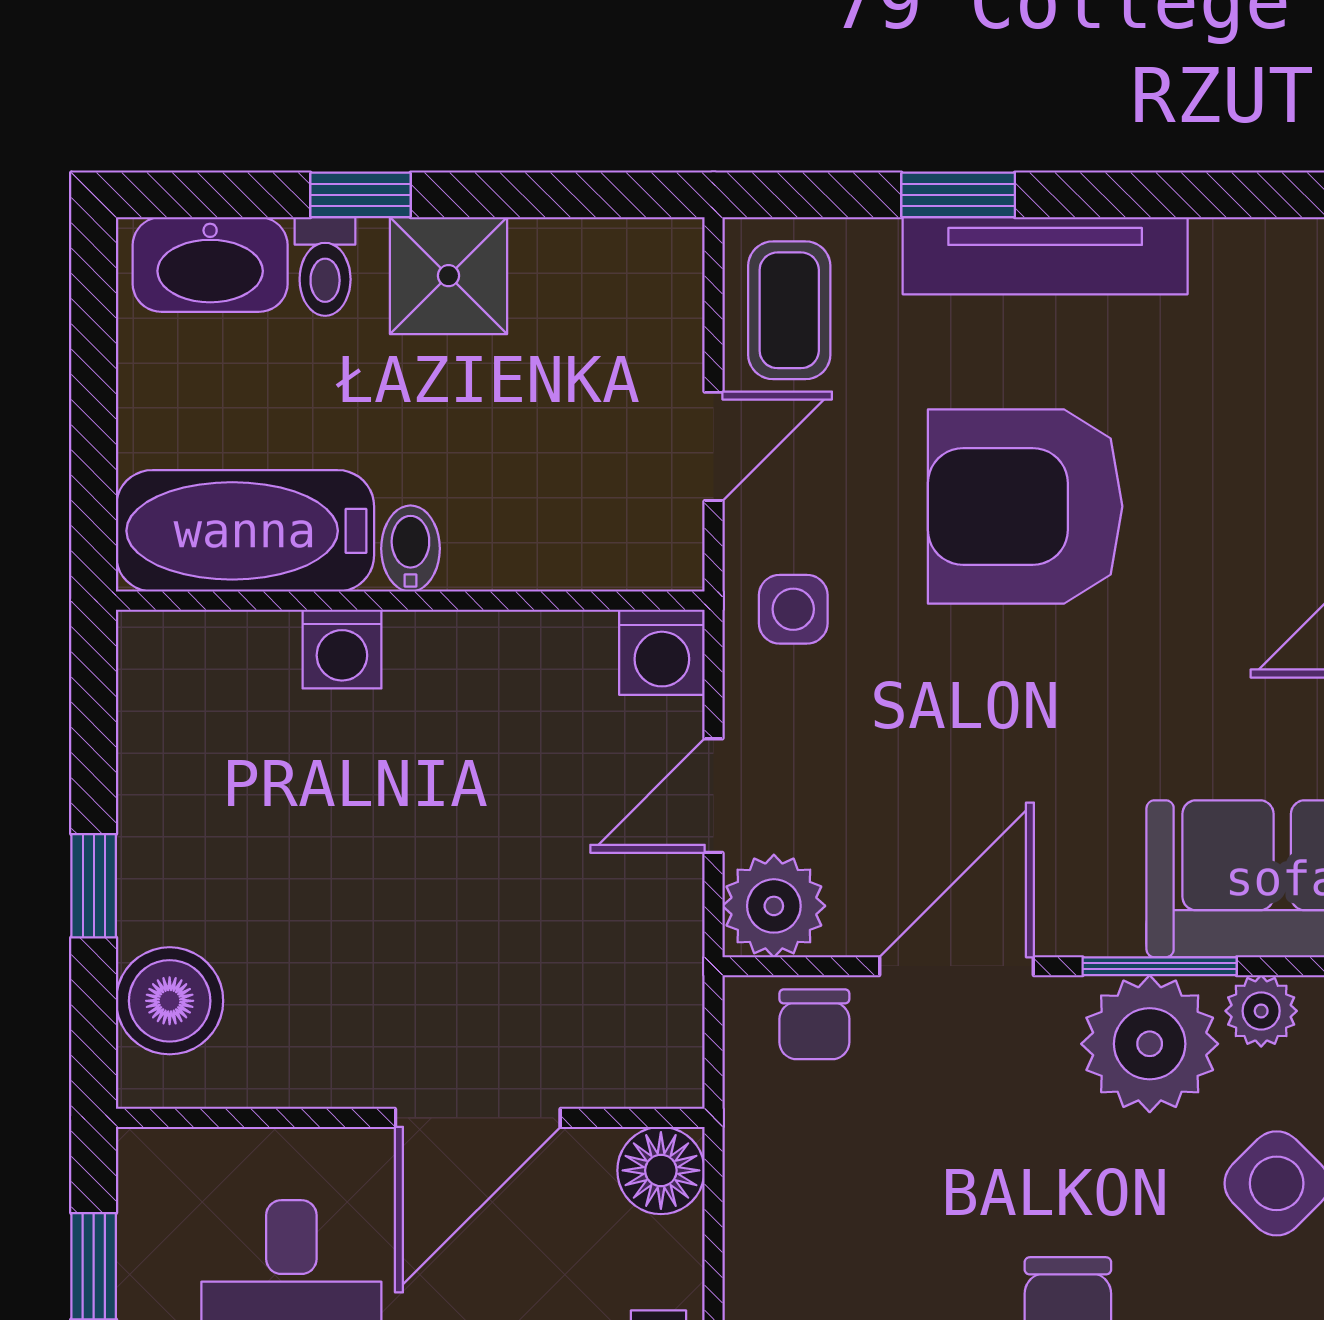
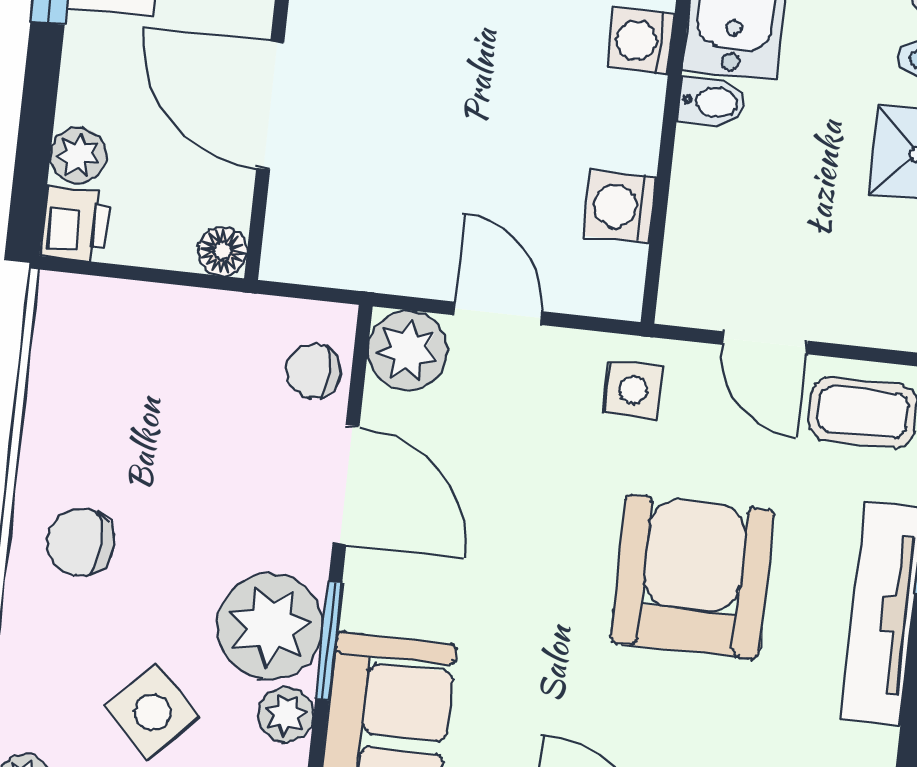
washing machine: (662, 652) -> (620, 207), moved
floor lamp: (661, 1170) -> (223, 251), width x0.73, depth x0.73

